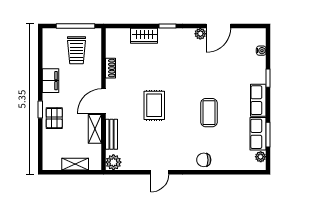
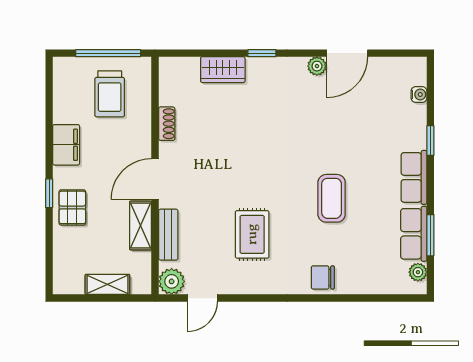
rug: (154, 105) -> (252, 234), moved
door: (160, 172) -> (202, 298), moved

